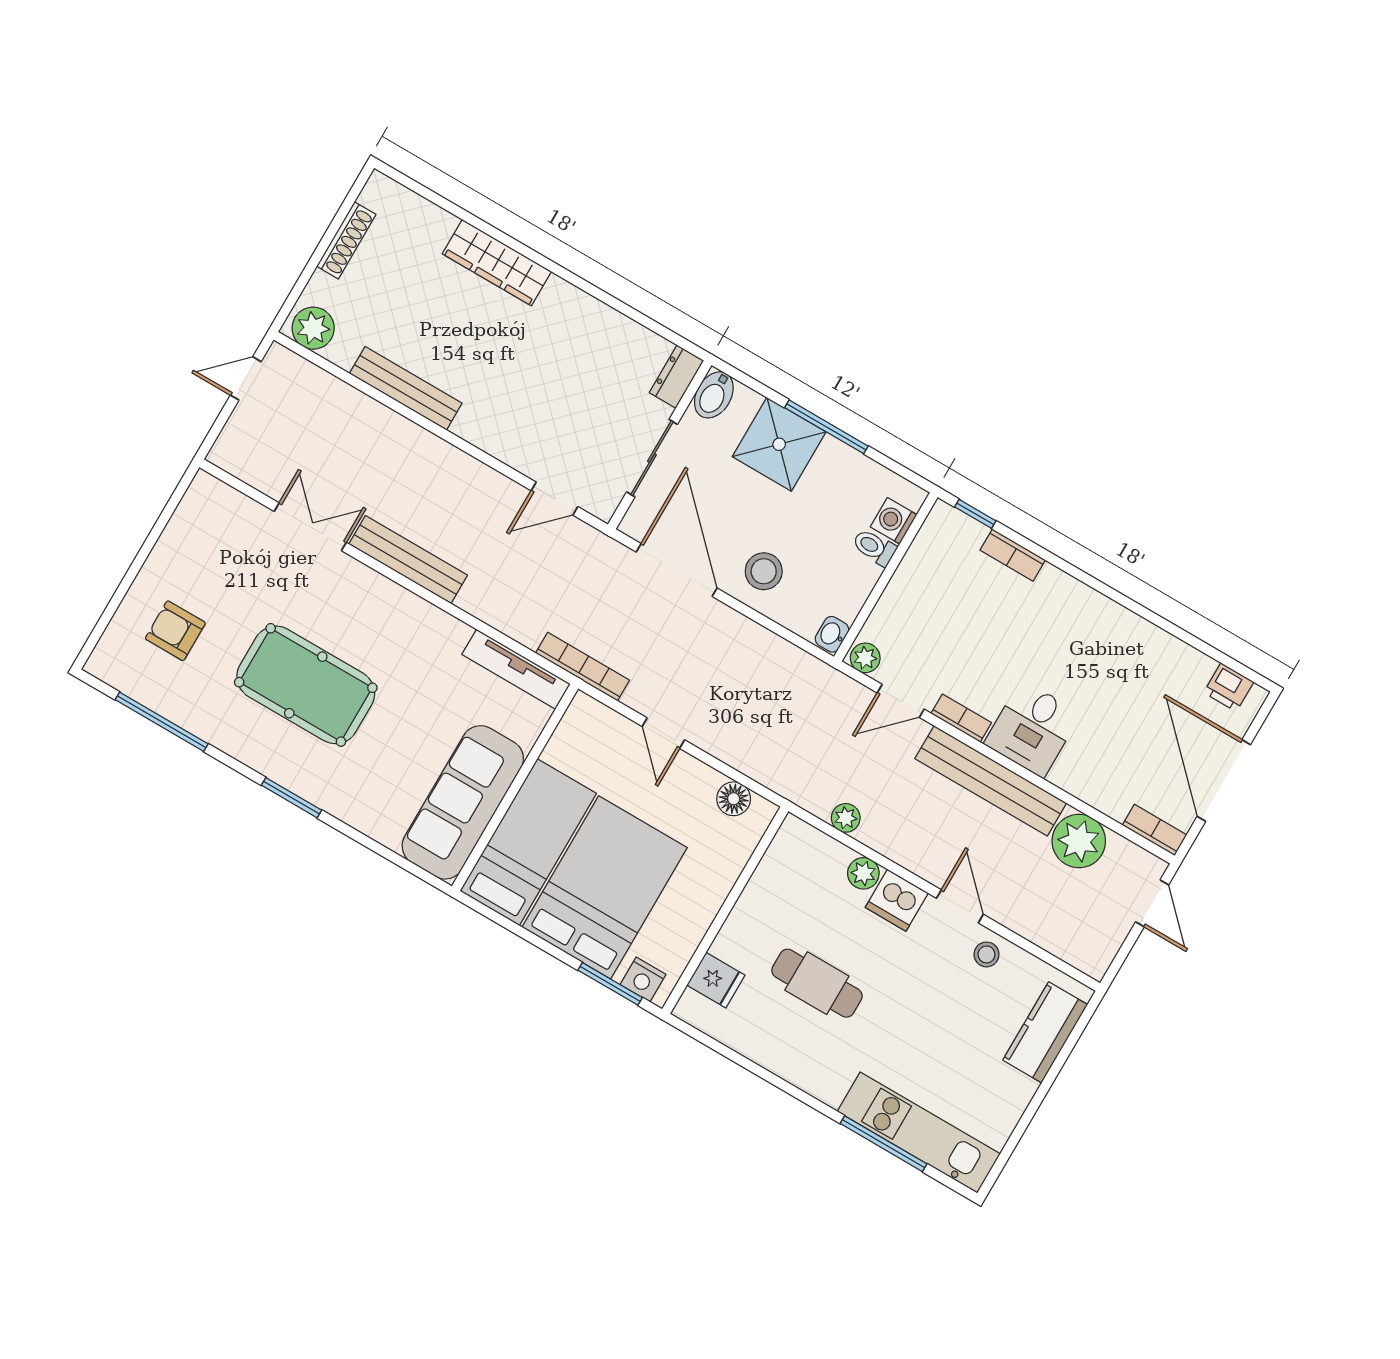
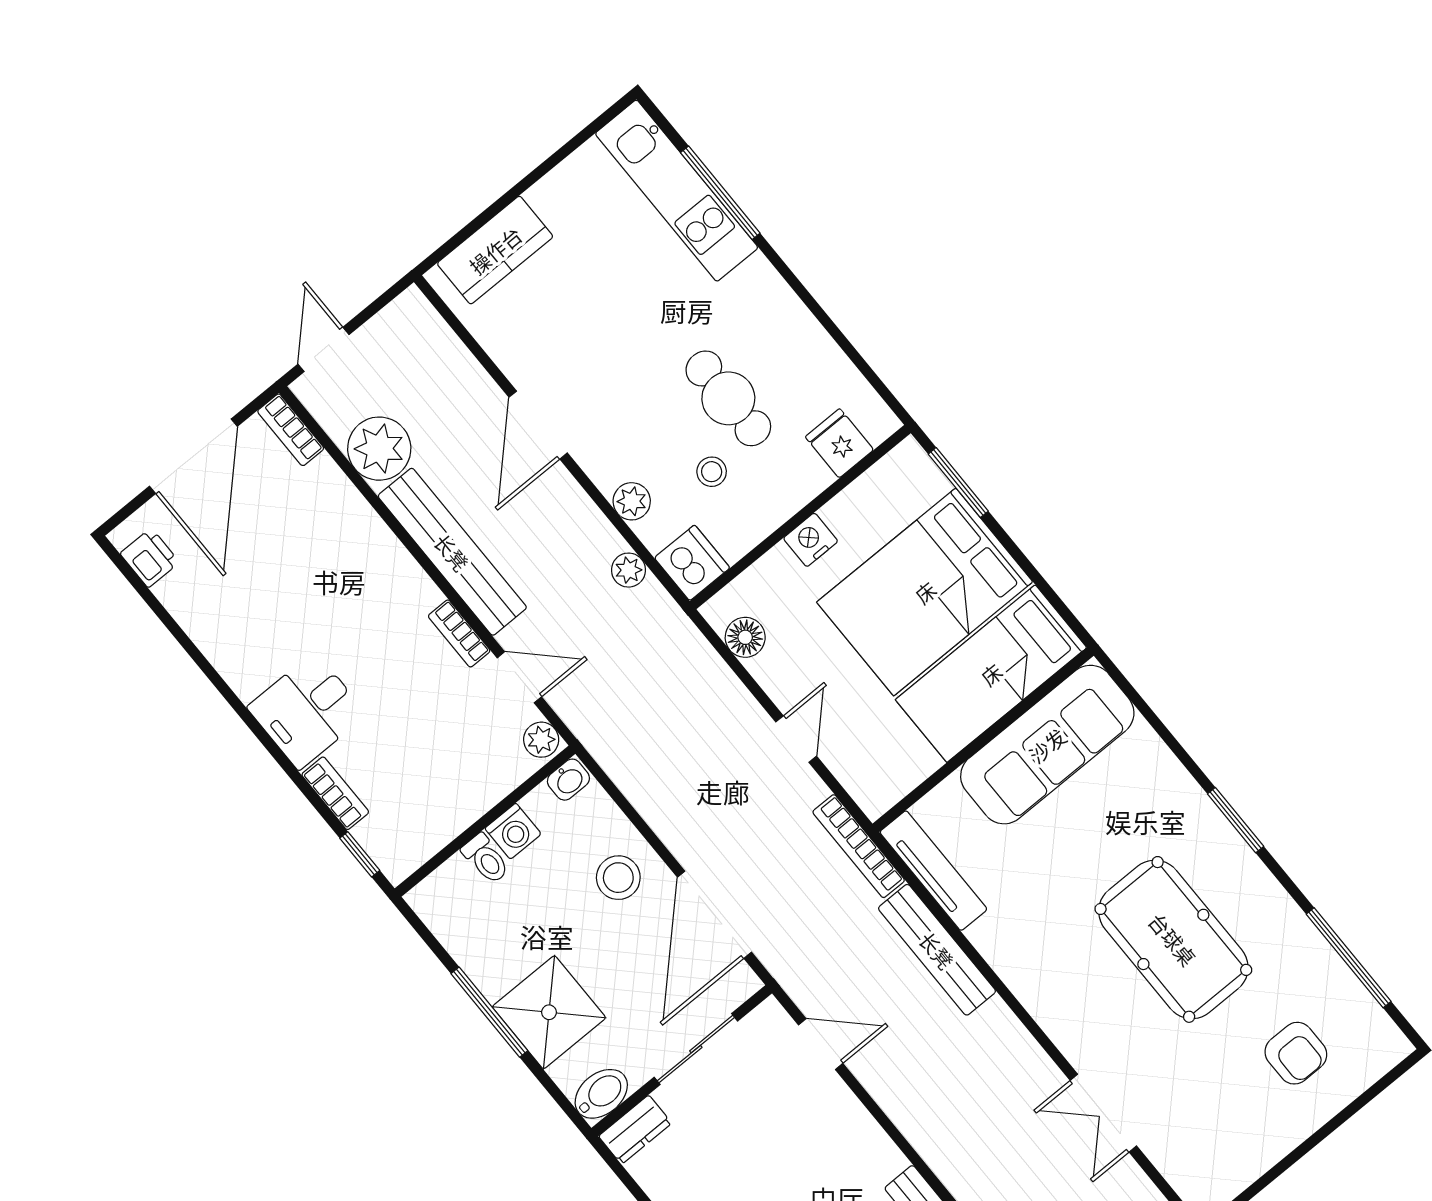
washing machine: (894, 521) -> (513, 831), moved
bench: (408, 560) -> (937, 950), moved
desk: (1032, 729) -> (307, 711), moved, turned 180
dishwasher: (897, 900) -> (692, 563), moved
door: (960, 906) -> (538, 425), width x1.38
stool: (986, 954) -> (712, 472), moved
nightstand: (643, 979) -> (811, 540), moved, turned -90

